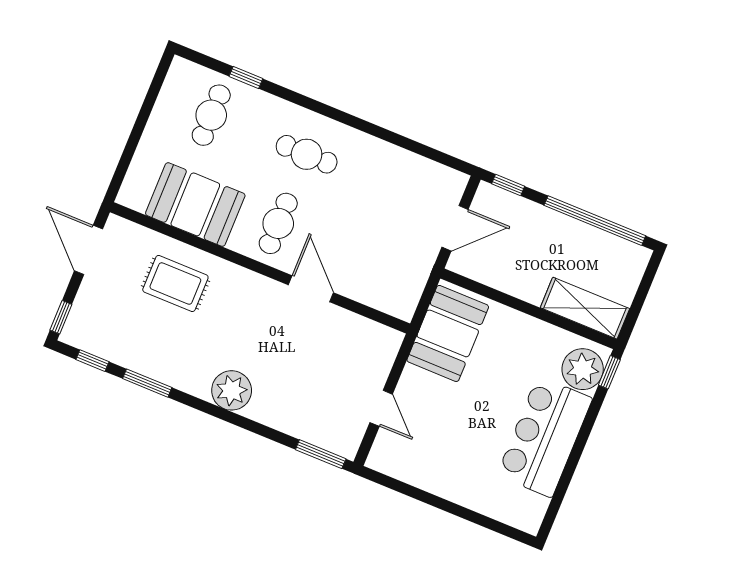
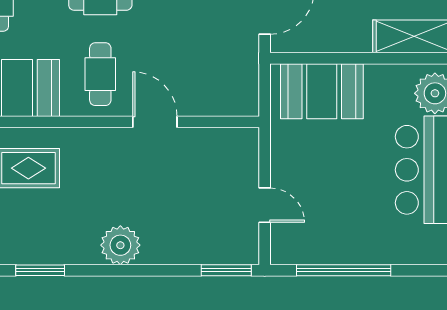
booth: (448, 333) -> (322, 91), moved, turned 90
window: (430, 499) -> (344, 270), added

